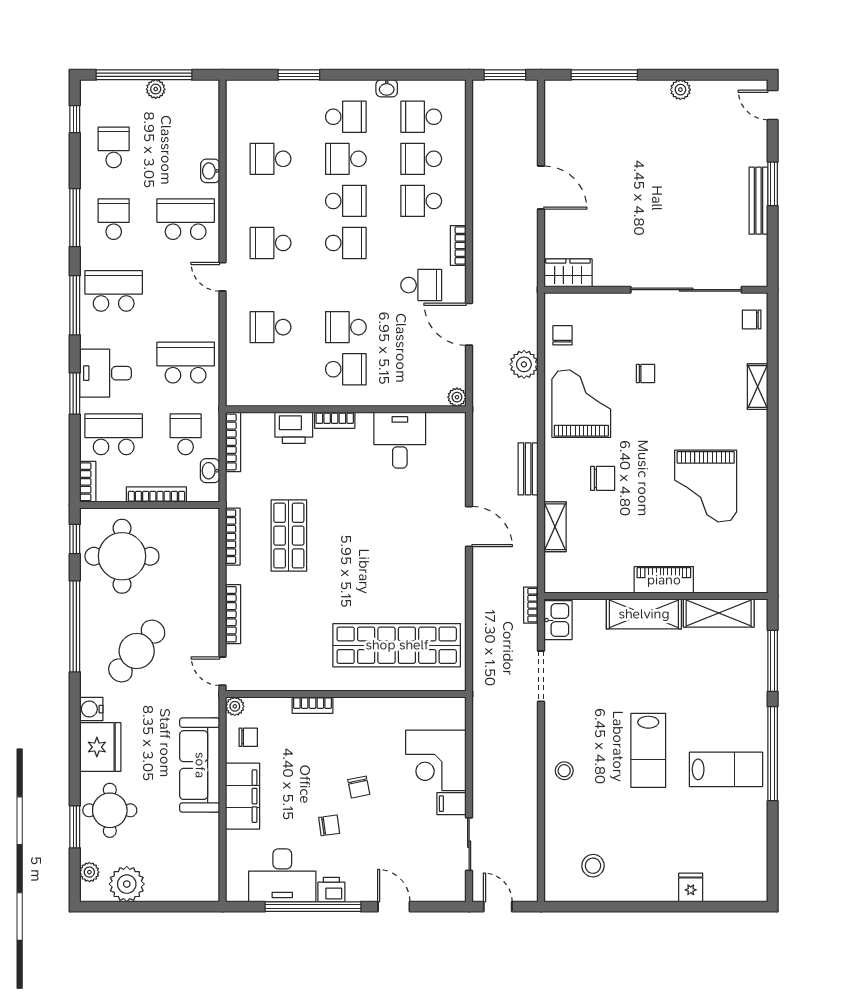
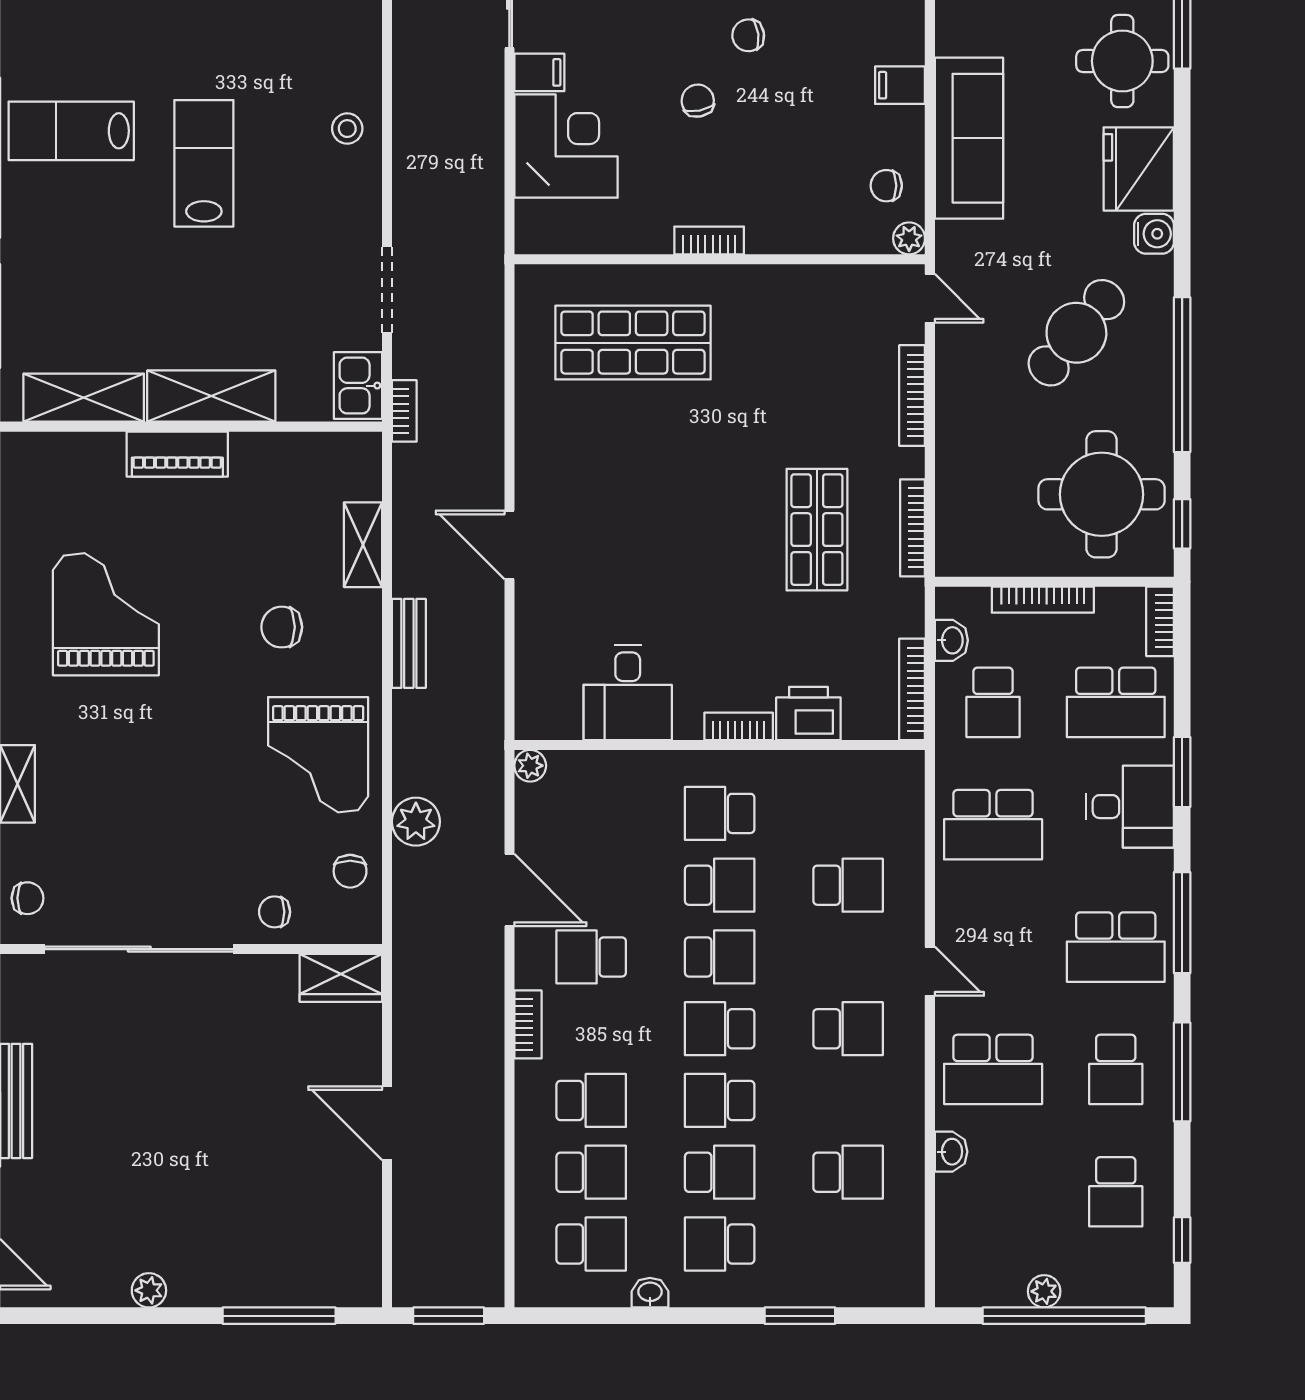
school desk: (346, 285) -> (720, 957), added
chair: (646, 374) -> (275, 912), moved
shop shelf: (397, 645) -> (633, 343), width x0.71
bookcase: (313, 705) -> (709, 240), moved
filing cabinet: (243, 796) -> (900, 85), width x0.33, depth x0.86

